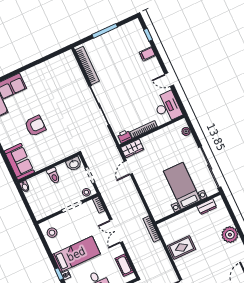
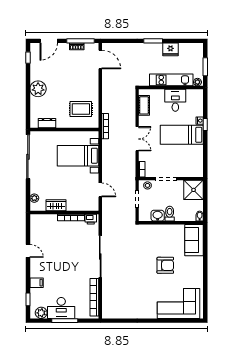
plant: (130, 28) -> (41, 313), added
desk: (167, 107) -> (61, 308), moved, turned -90
armchair: (35, 126) -> (165, 265), turned 180
wardrobe: (132, 148) -> (56, 205), moved
washbasin: (74, 164) -> (158, 216), moved
door: (128, 168) -> (100, 190), hinge flipped
bed with nightstands: (182, 186) -> (78, 156), moved, turned 90
shower: (42, 208) -> (194, 190), added
stool: (52, 233) -> (195, 164), removed
rug: (182, 247) -> (81, 109), moved

